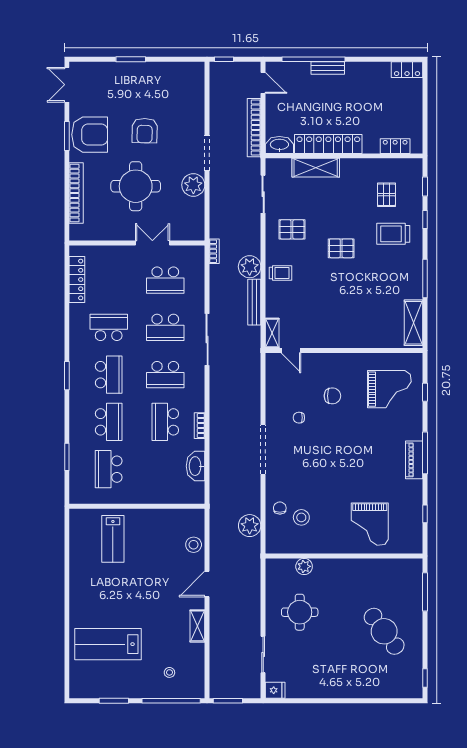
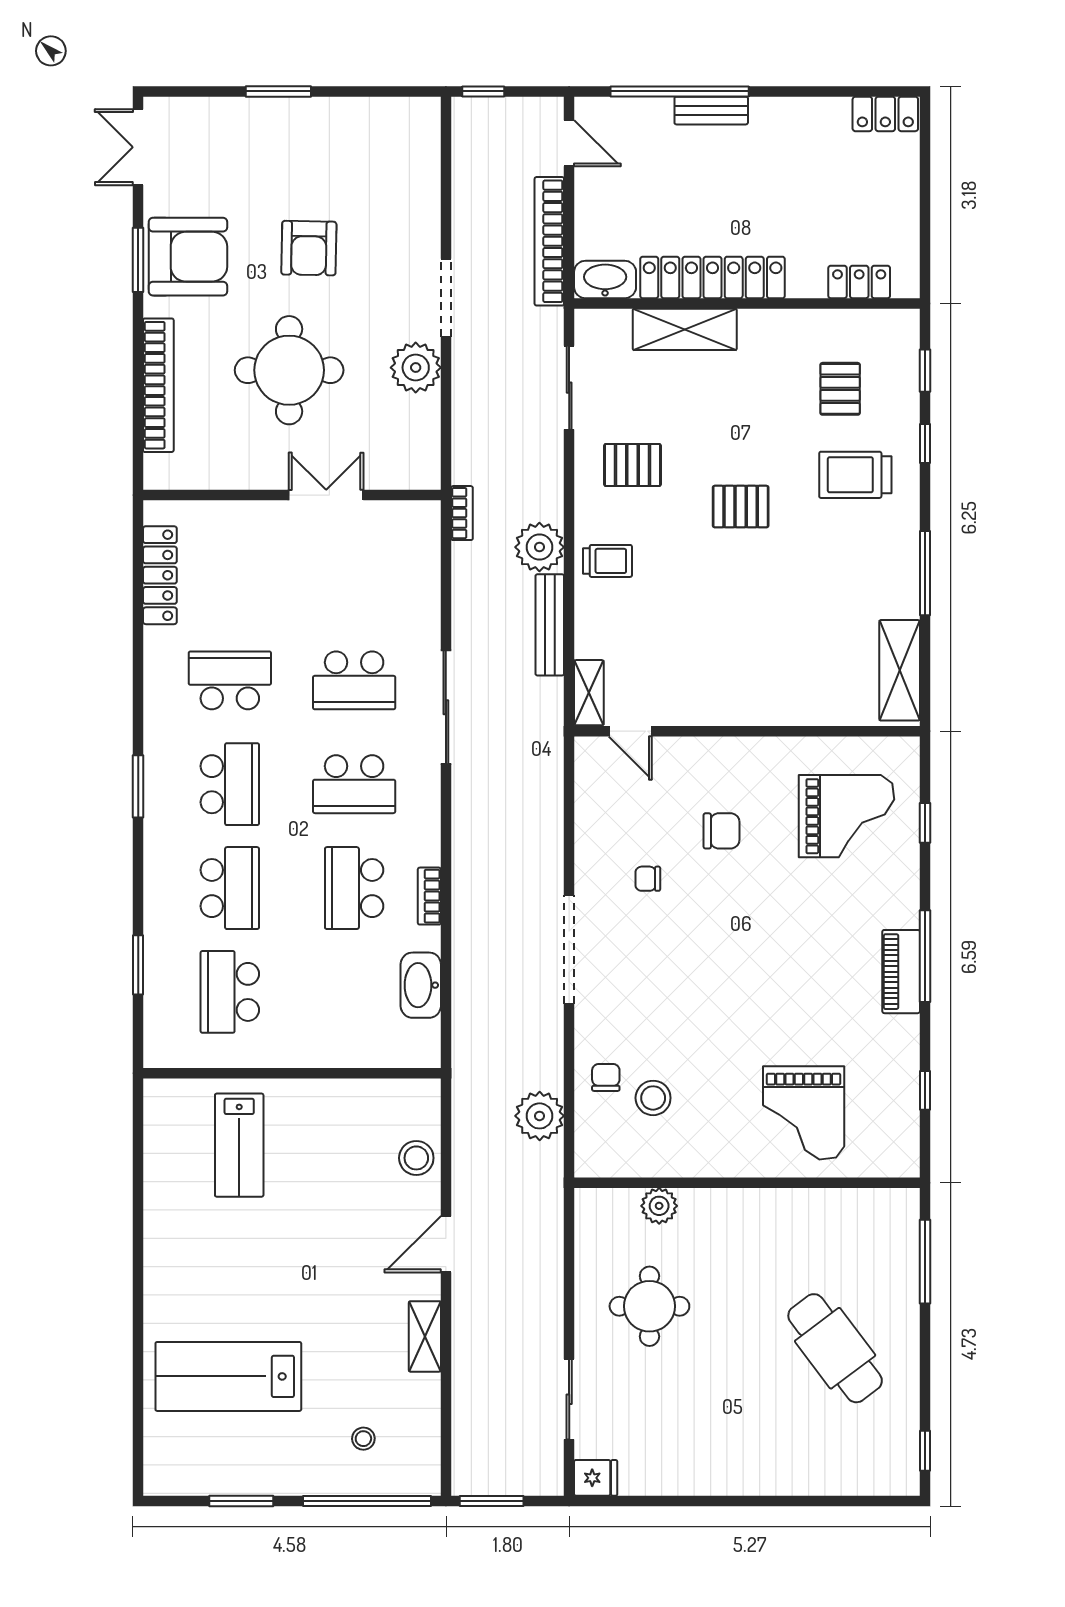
school desk: (165, 280) -> (354, 576), removed

